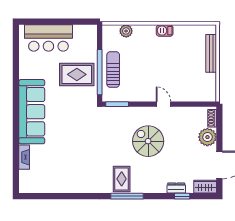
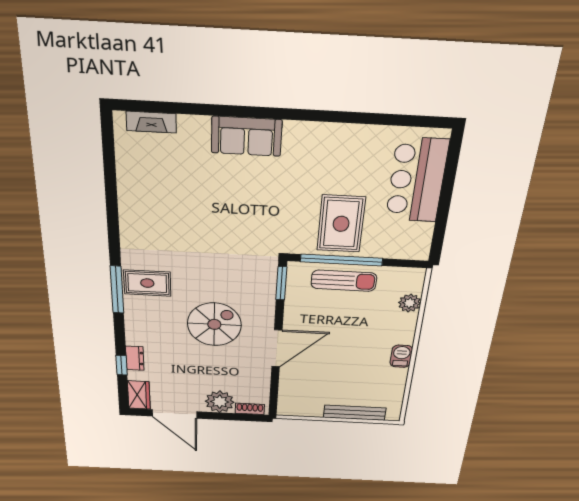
door: (163, 104) -> (277, 348), width x1.88
sofa: (32, 112) -> (246, 136), width x0.54, depth x0.79
fireplace: (24, 157) -> (151, 122), moved

